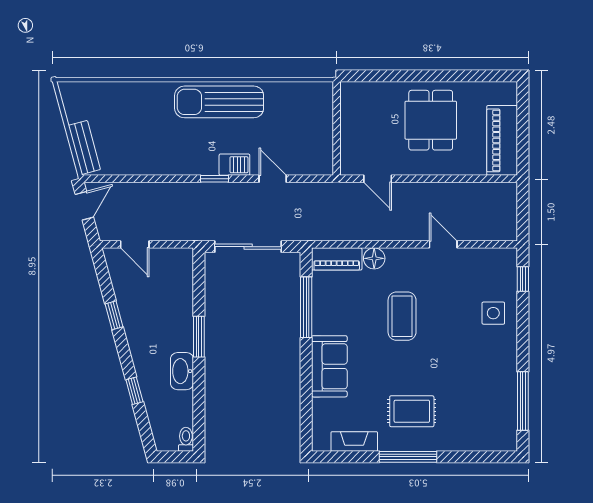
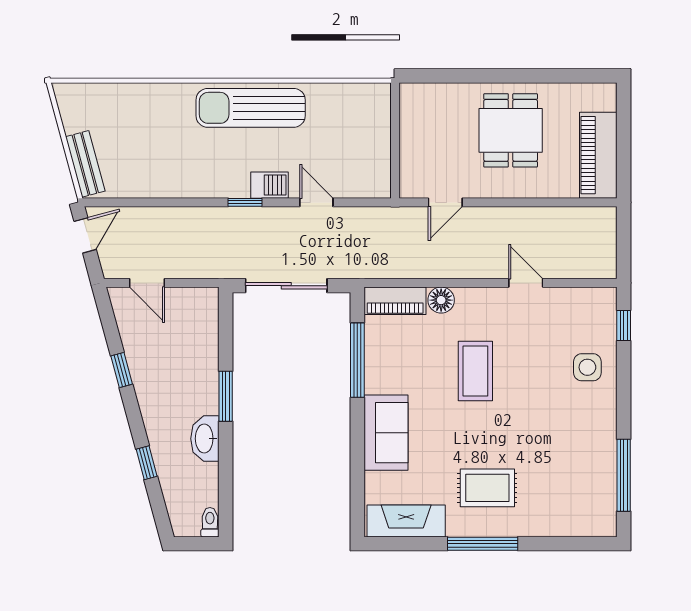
door: (378, 179) -> (445, 202), hinge flipped
fireplace: (354, 441) -> (406, 521), width x1.37, depth x1.32

